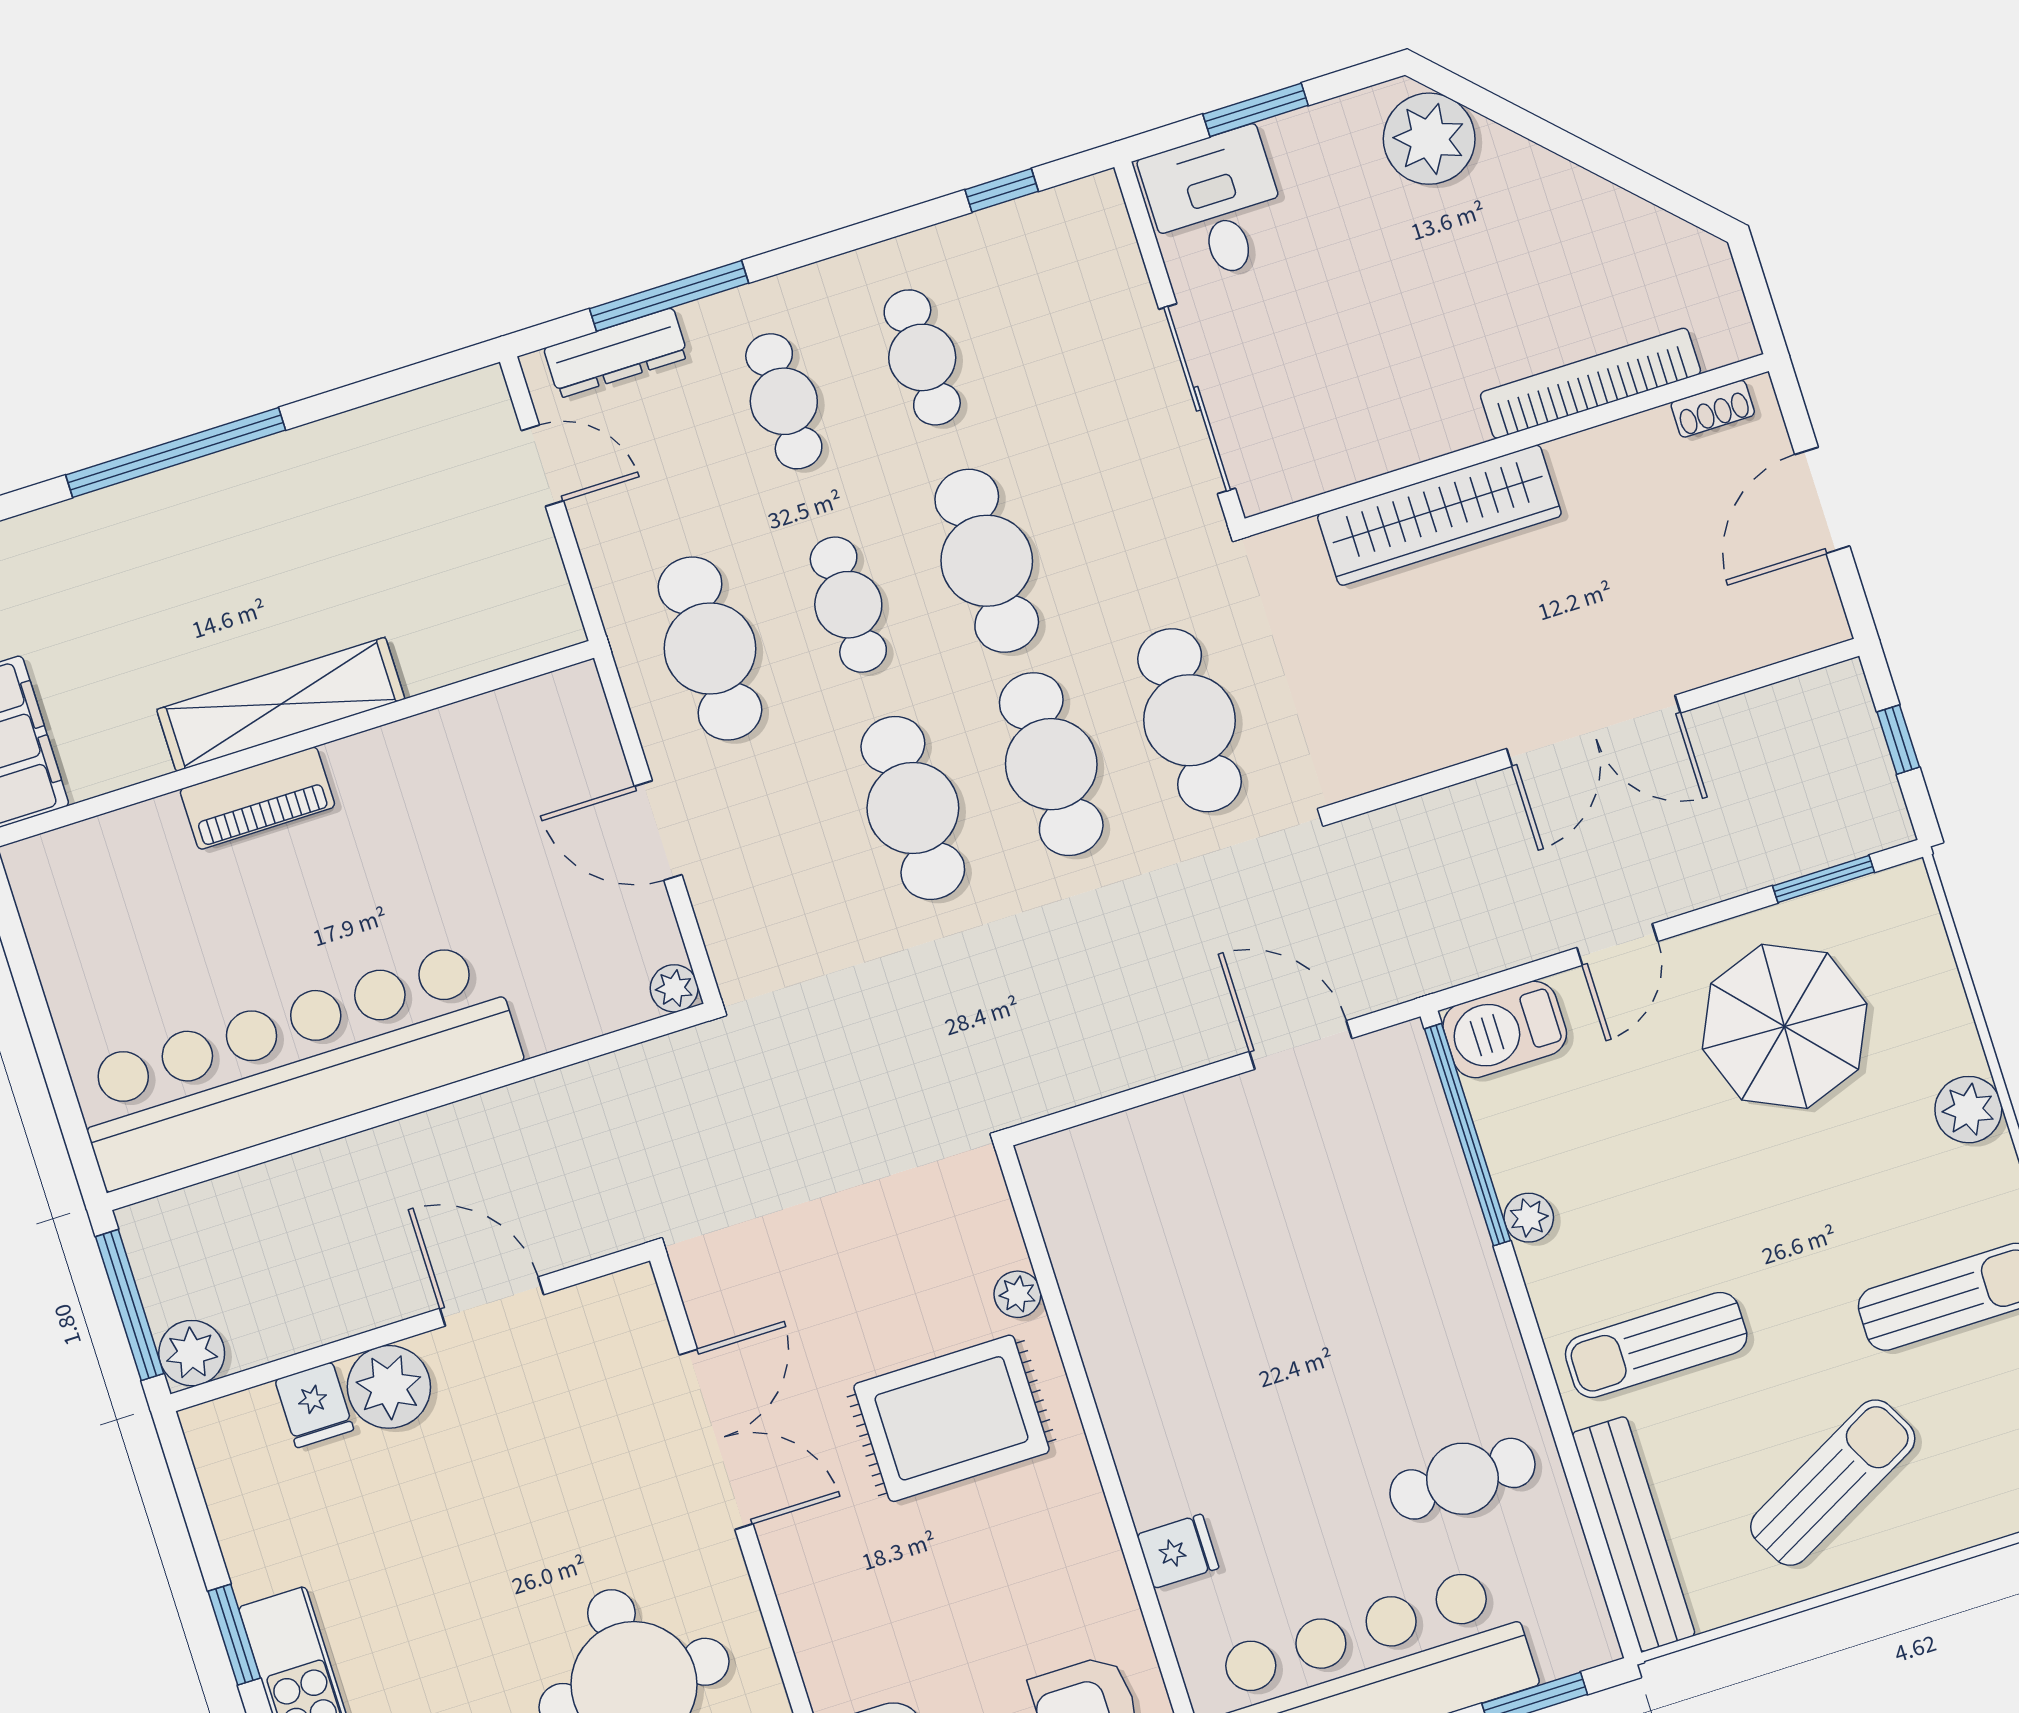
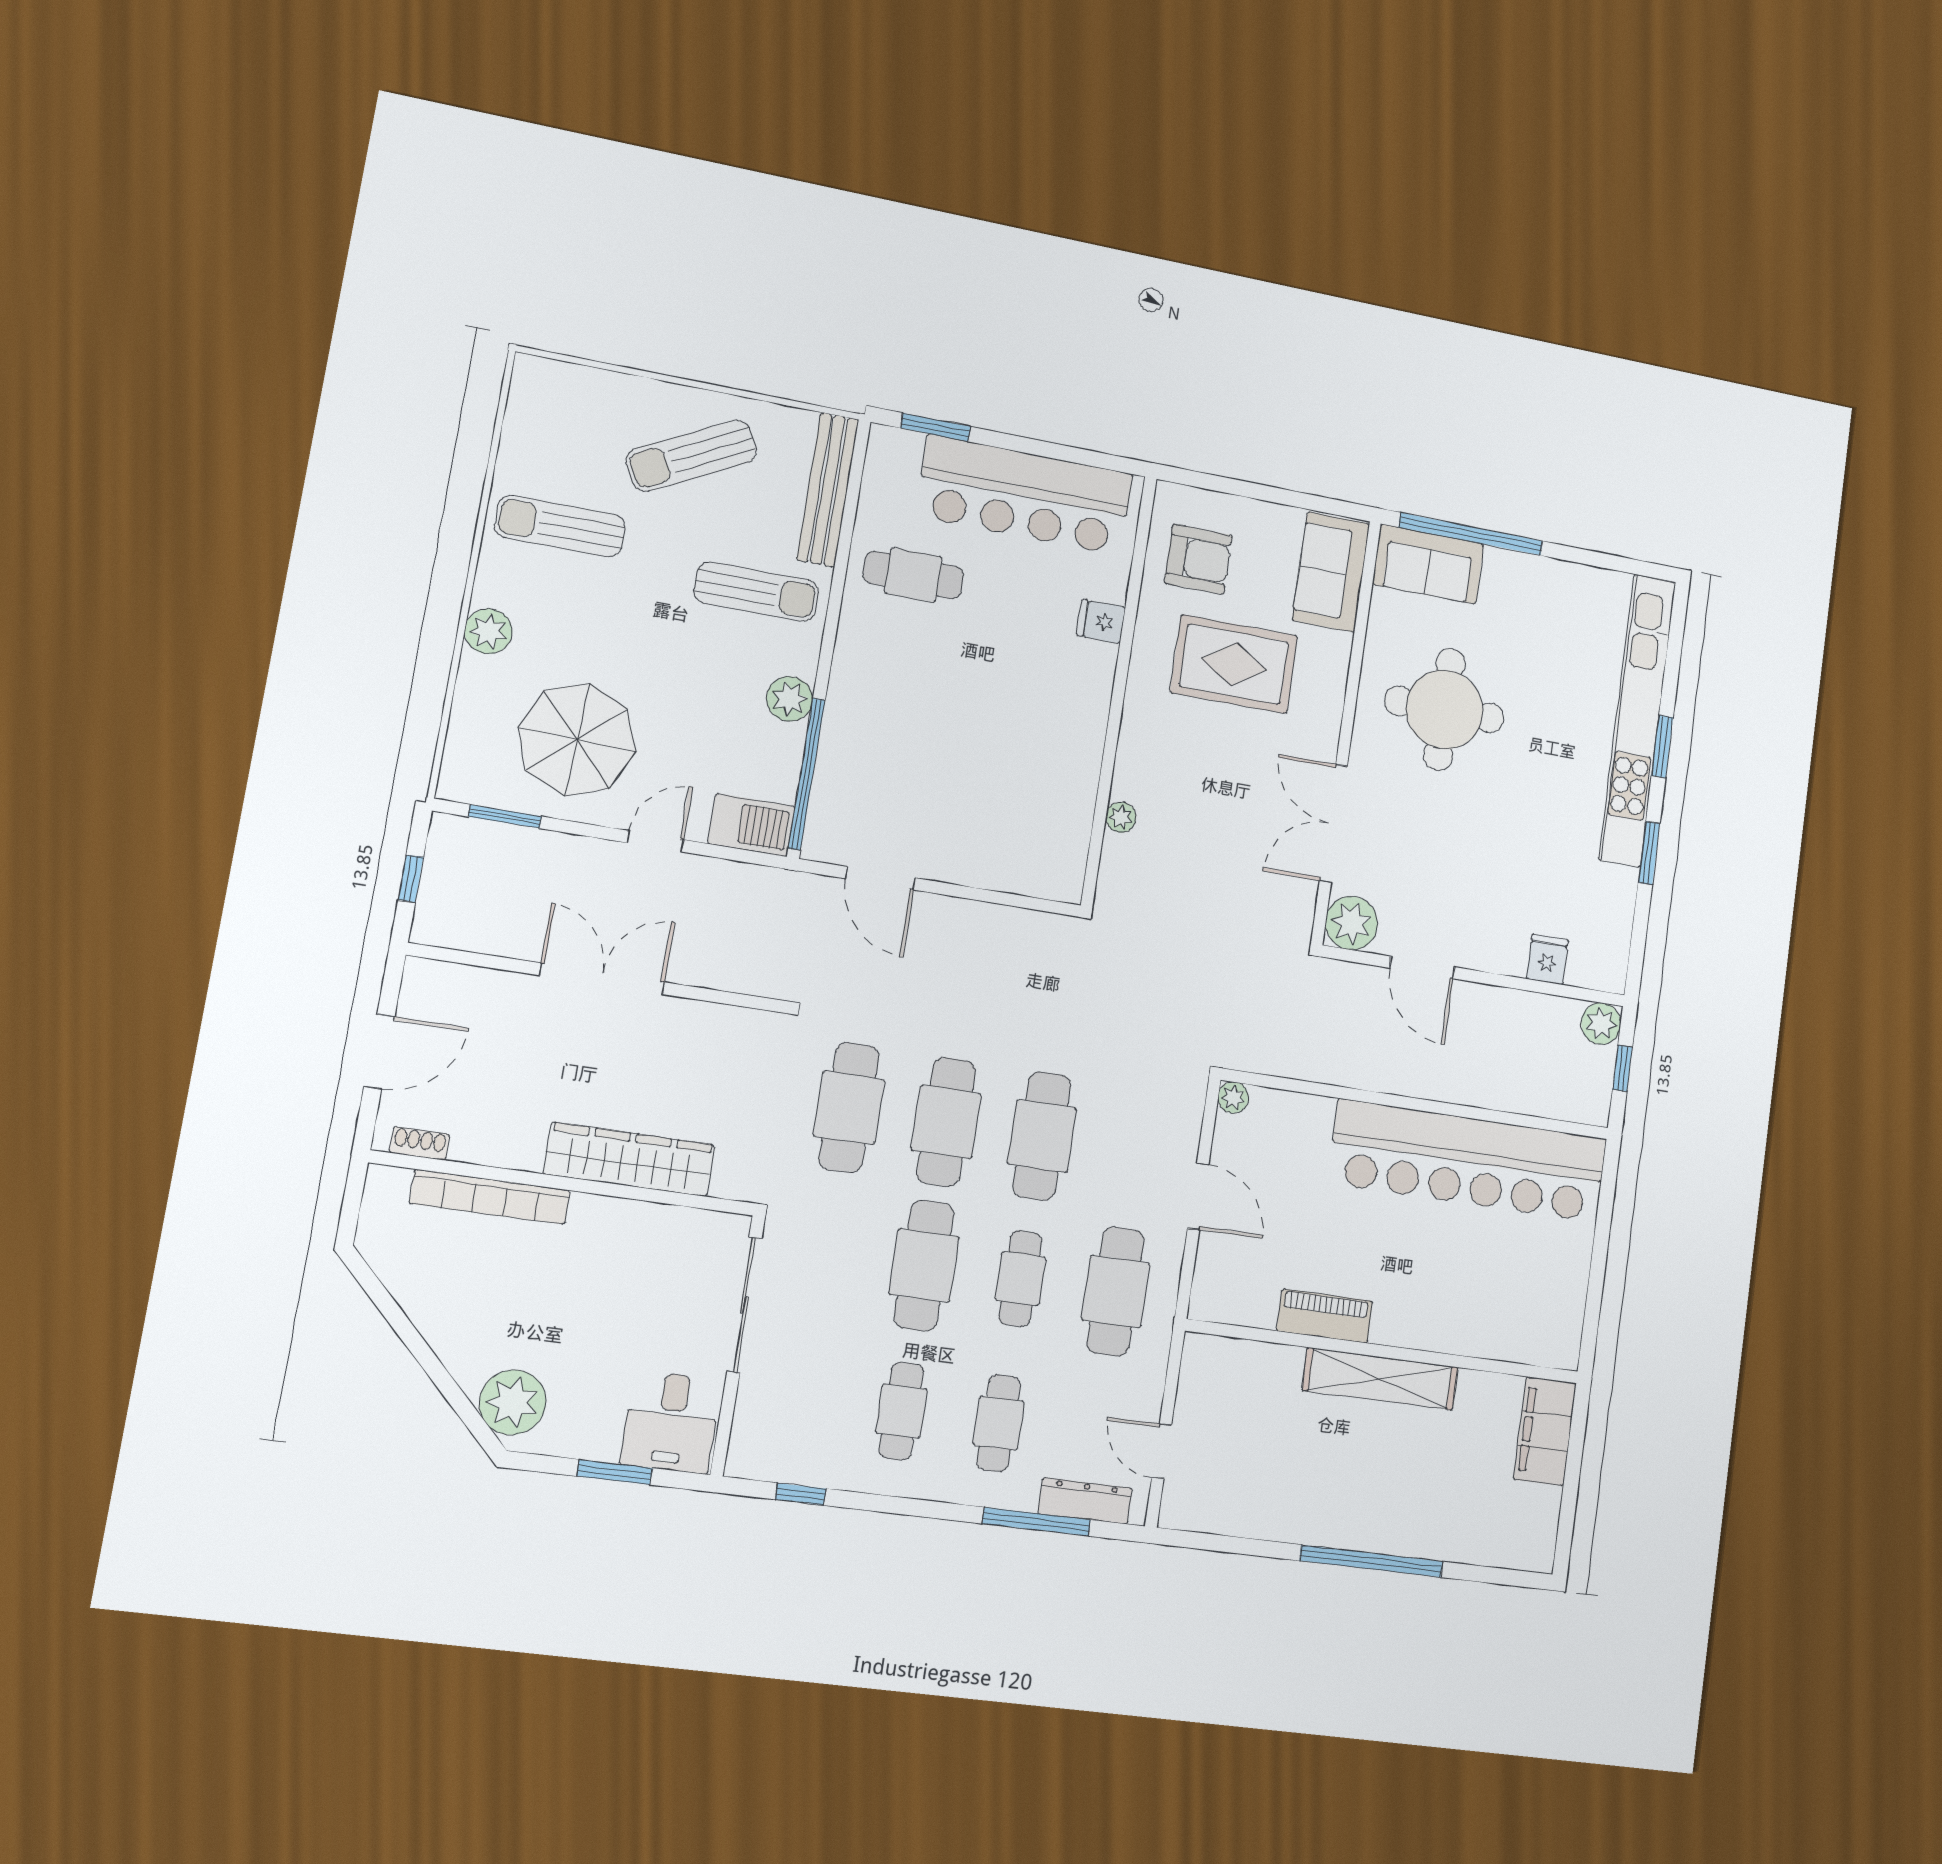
piano: (257, 798) -> (1325, 1316), moved
plant: (1529, 1218) -> (790, 699), width x1.38, depth x1.38
window: (130, 1305) -> (1622, 1068), width x0.46
plant: (389, 1387) -> (1351, 923), moved
rug: (951, 1418) -> (1234, 664), moved

